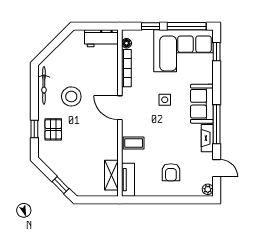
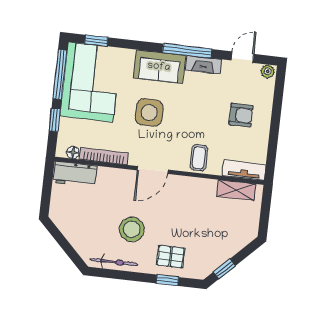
workbench: (101, 38) -> (75, 174), moved, turned 90
side table: (165, 100) -> (149, 113), width x1.87, depth x1.87
window: (61, 185) -> (224, 269), moved

